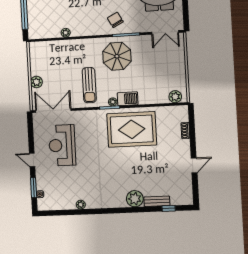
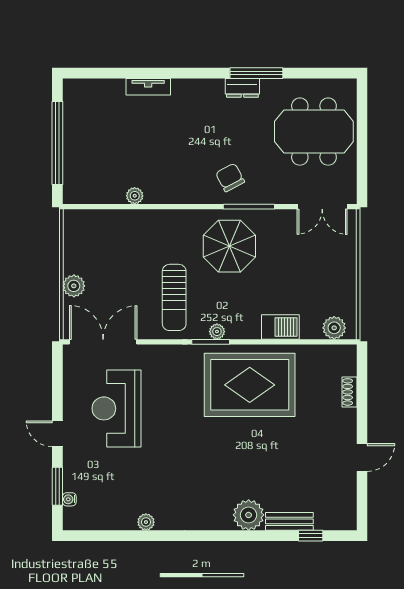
barbecue: (128, 99) -> (280, 327), moved

